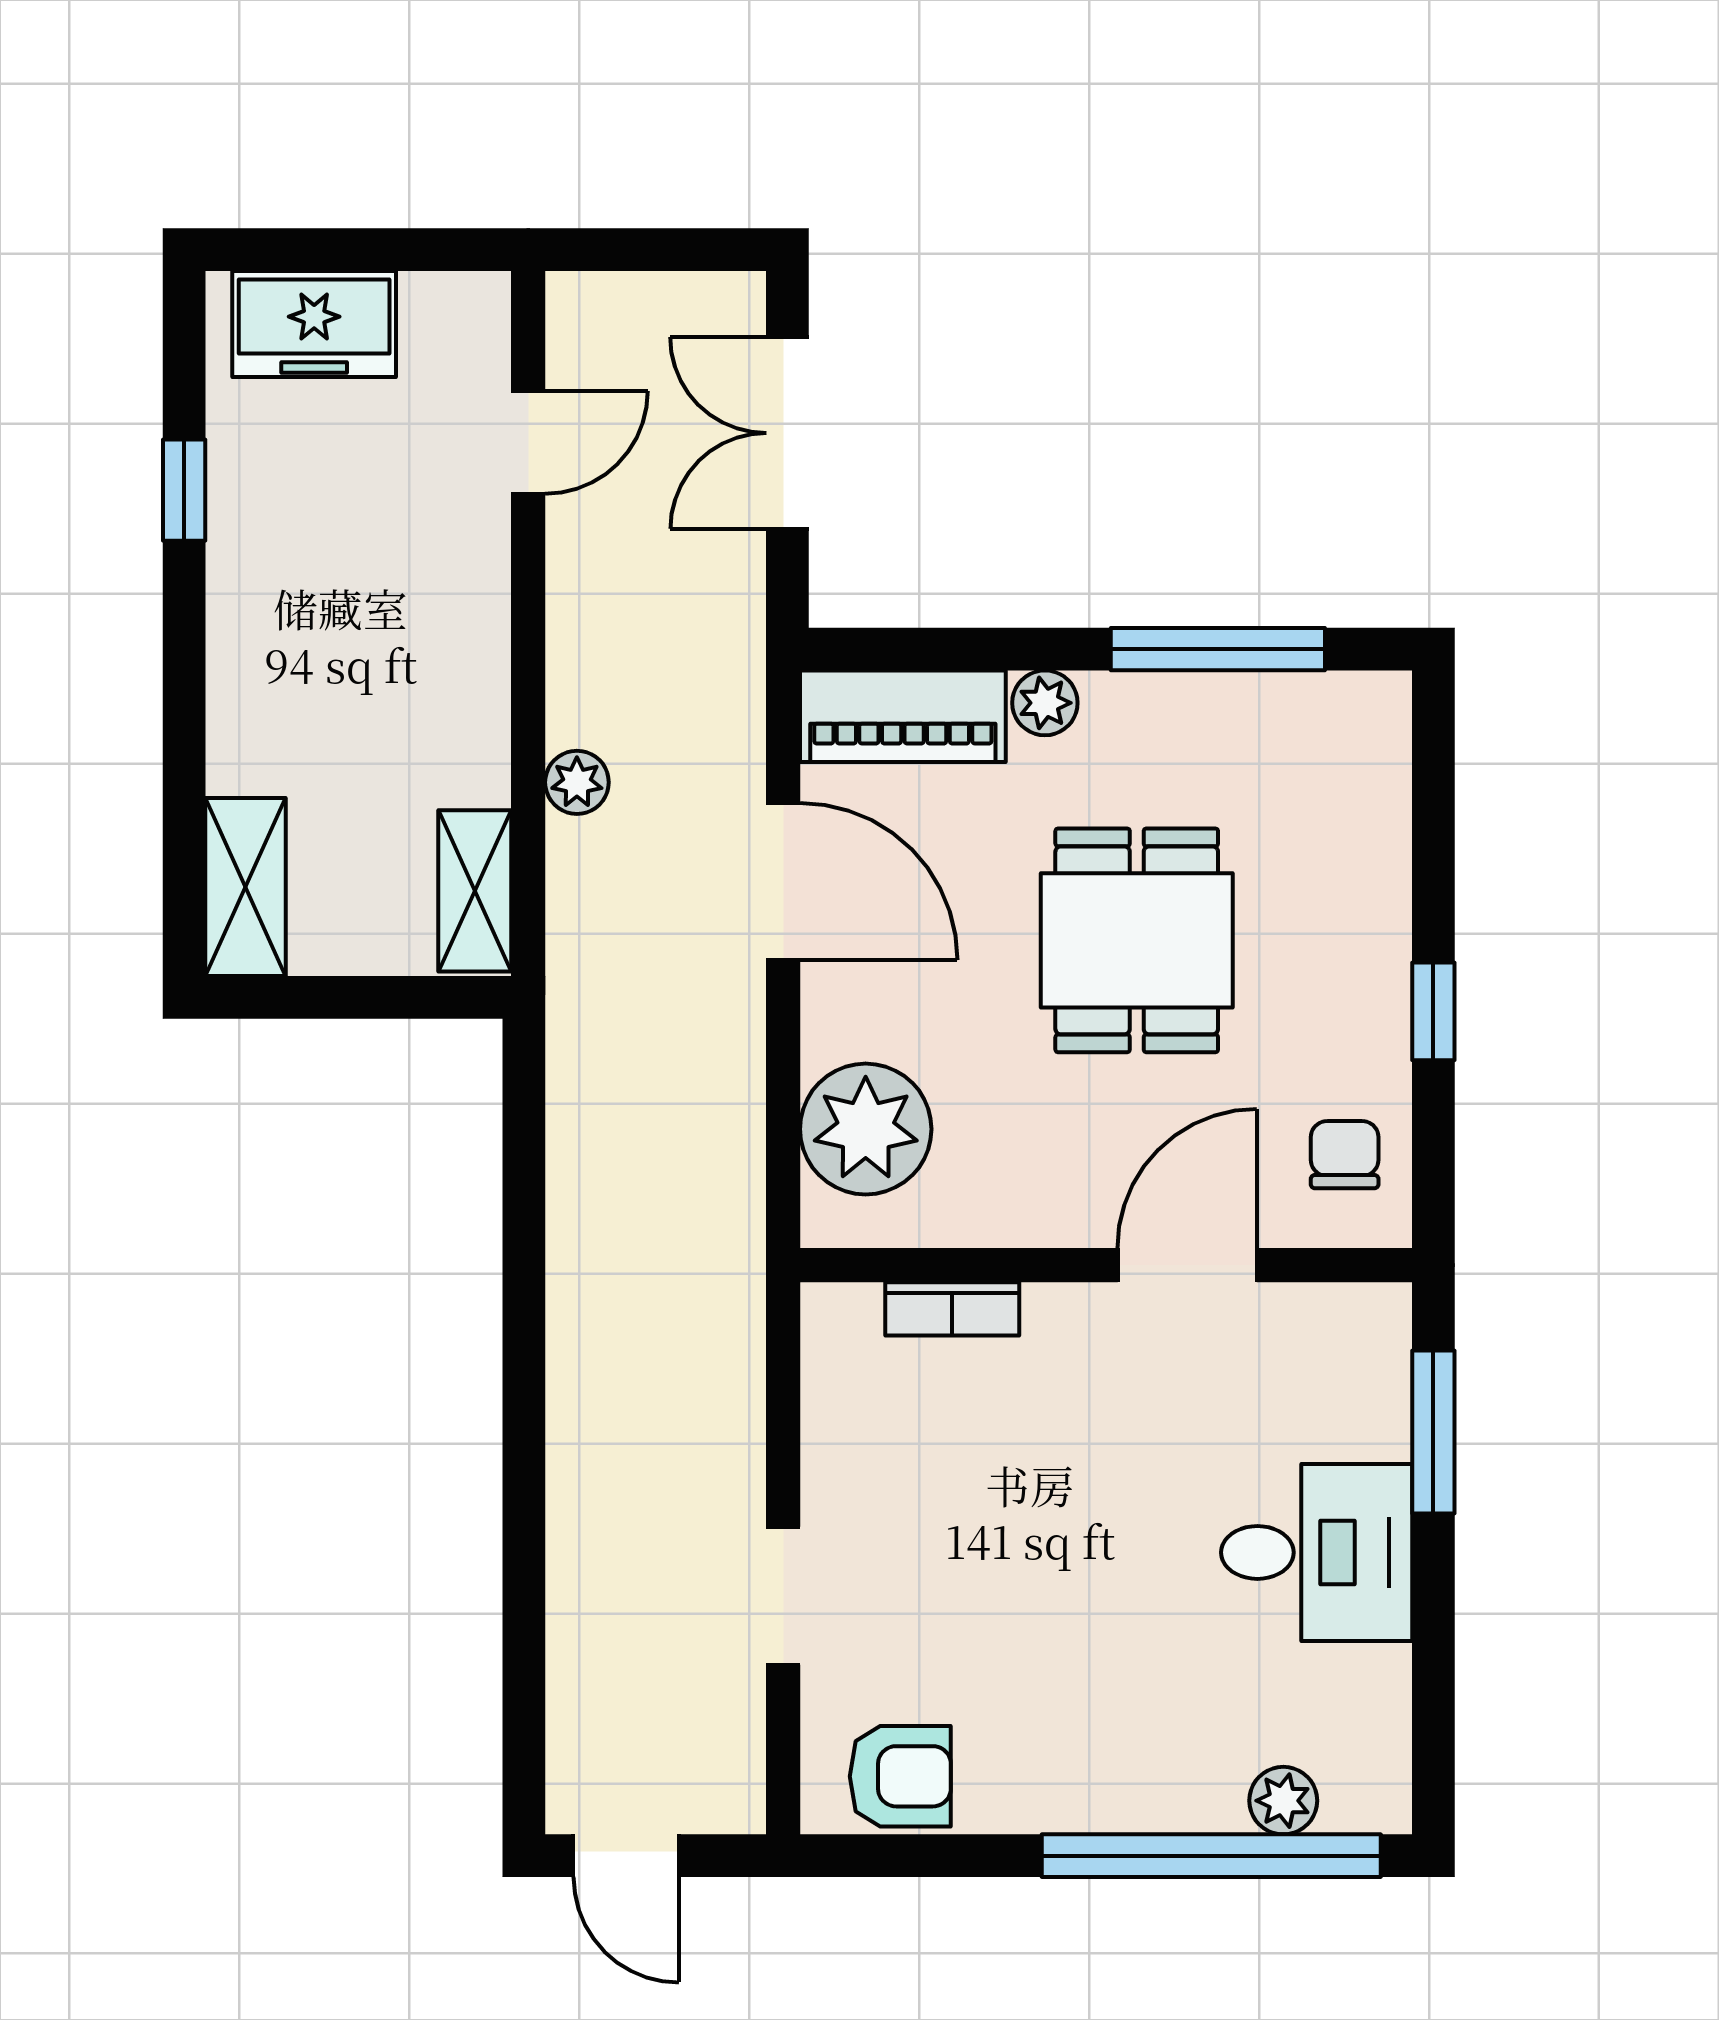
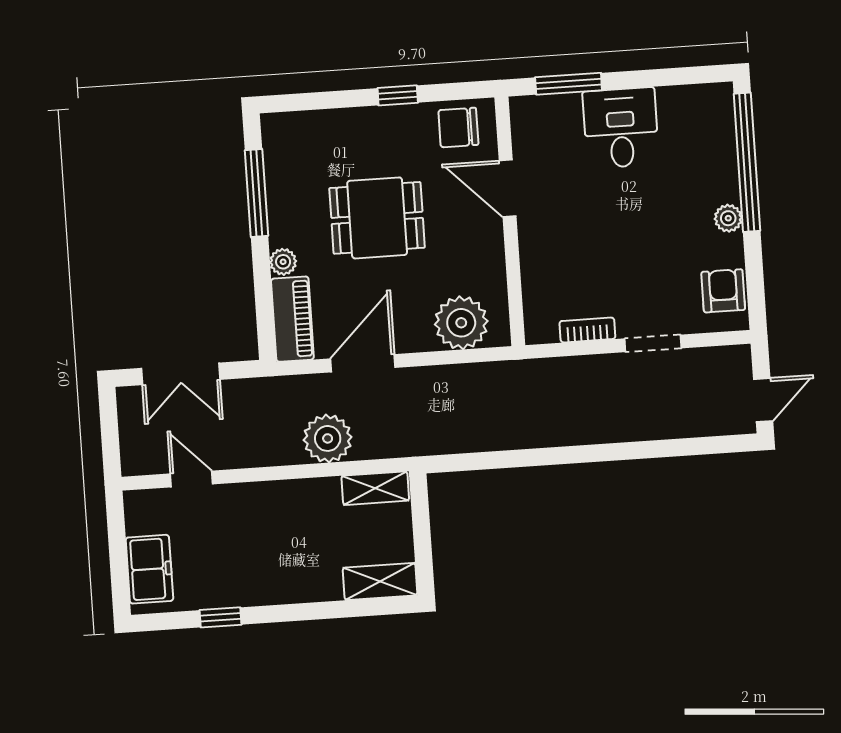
plant: (577, 782) -> (328, 438), width x1.87, depth x1.87
chair: (1345, 1155) -> (458, 127), width x1.37, depth x1.37
bookcase: (952, 1309) -> (587, 330), moved, turned -90
plant: (1283, 1801) -> (728, 218), moved

